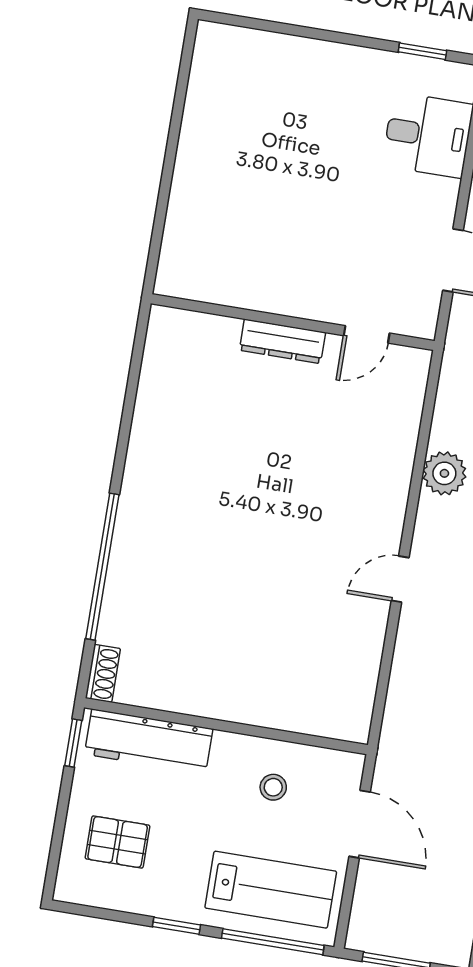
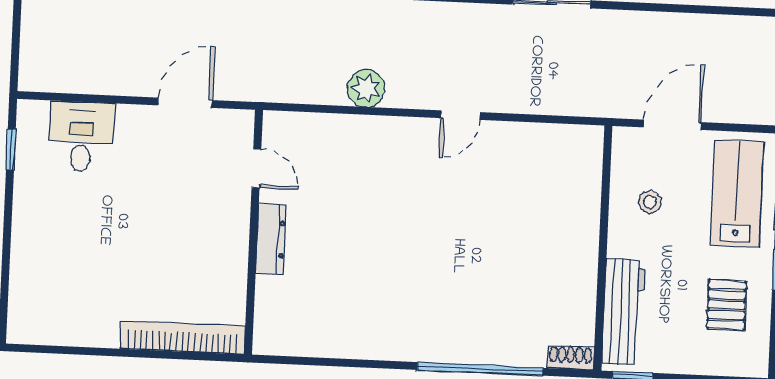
bookcase: (180, 225) -> (183, 337), added
door: (400, 579) -> (461, 115), hinge flipped
pallet: (118, 842) -> (727, 305), moved

